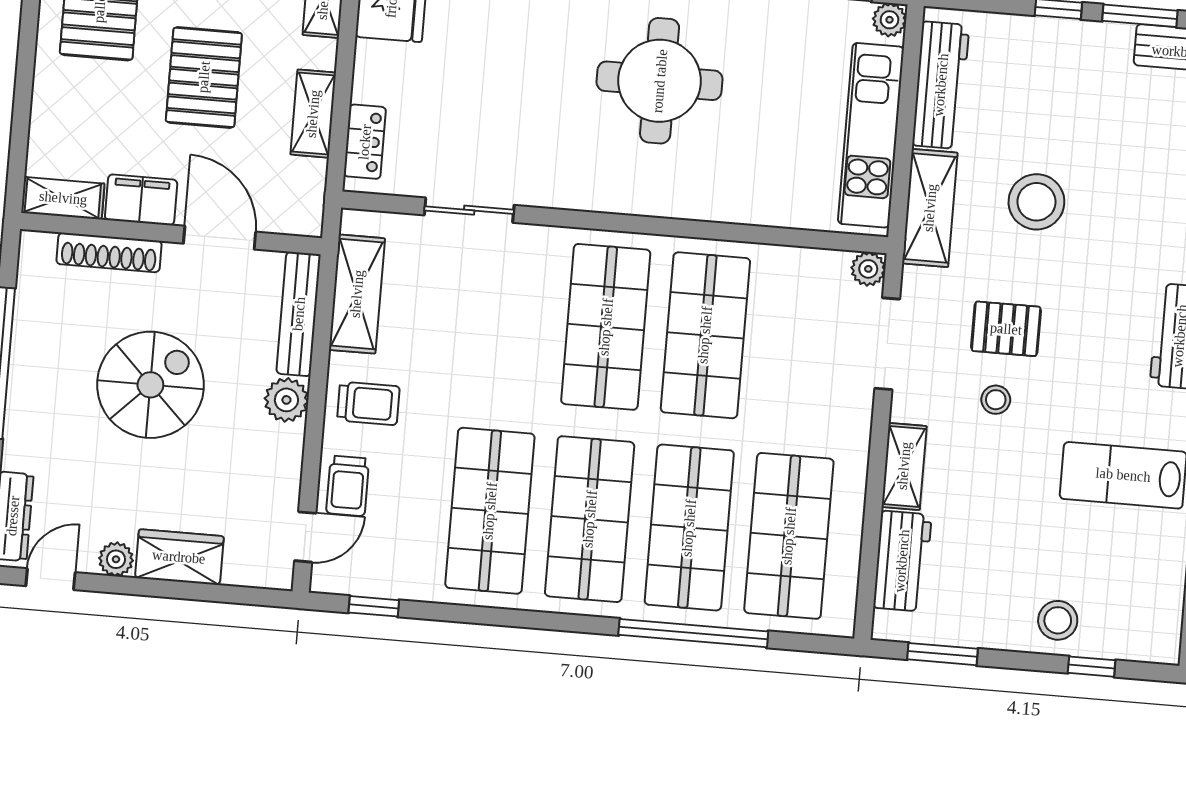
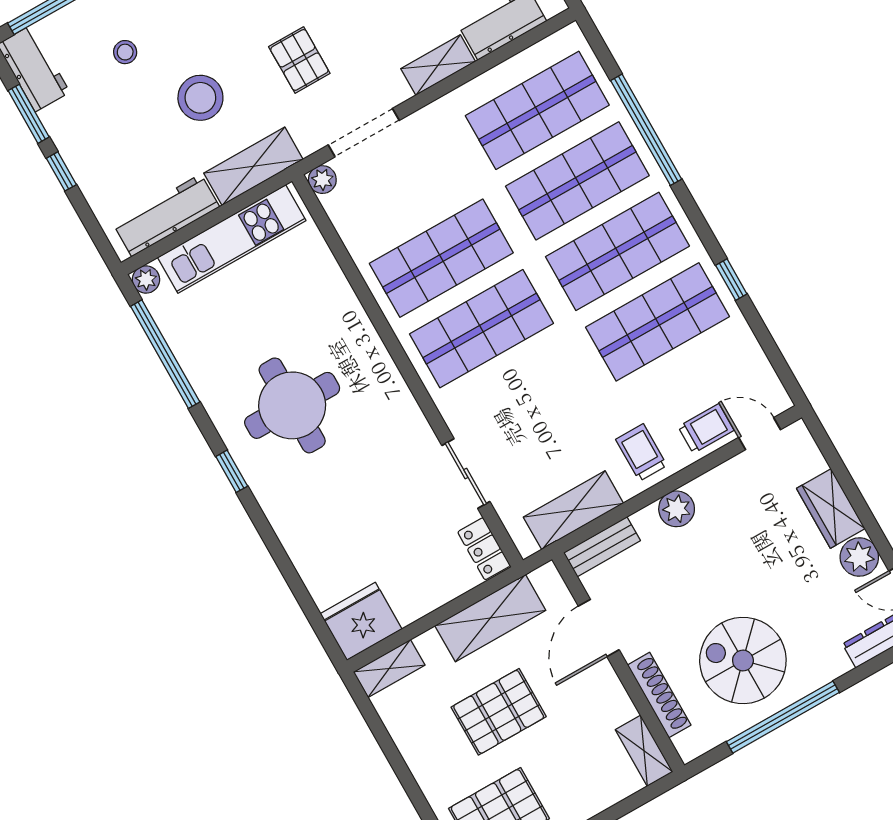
shelving: (313, 114) -> (490, 618), width x1.50, depth x1.33
locker: (365, 142) -> (484, 549), moved, turned -90
filing cabinet: (141, 200) -> (609, 698), removed
bench: (299, 314) -> (602, 547), width x0.73
spiral stairs: (150, 385) -> (743, 660), moved
stool: (996, 400) -> (125, 52), moved
plant: (116, 559) -> (859, 557), width x1.38, depth x1.38
window: (374, 606) -> (731, 280), moved

